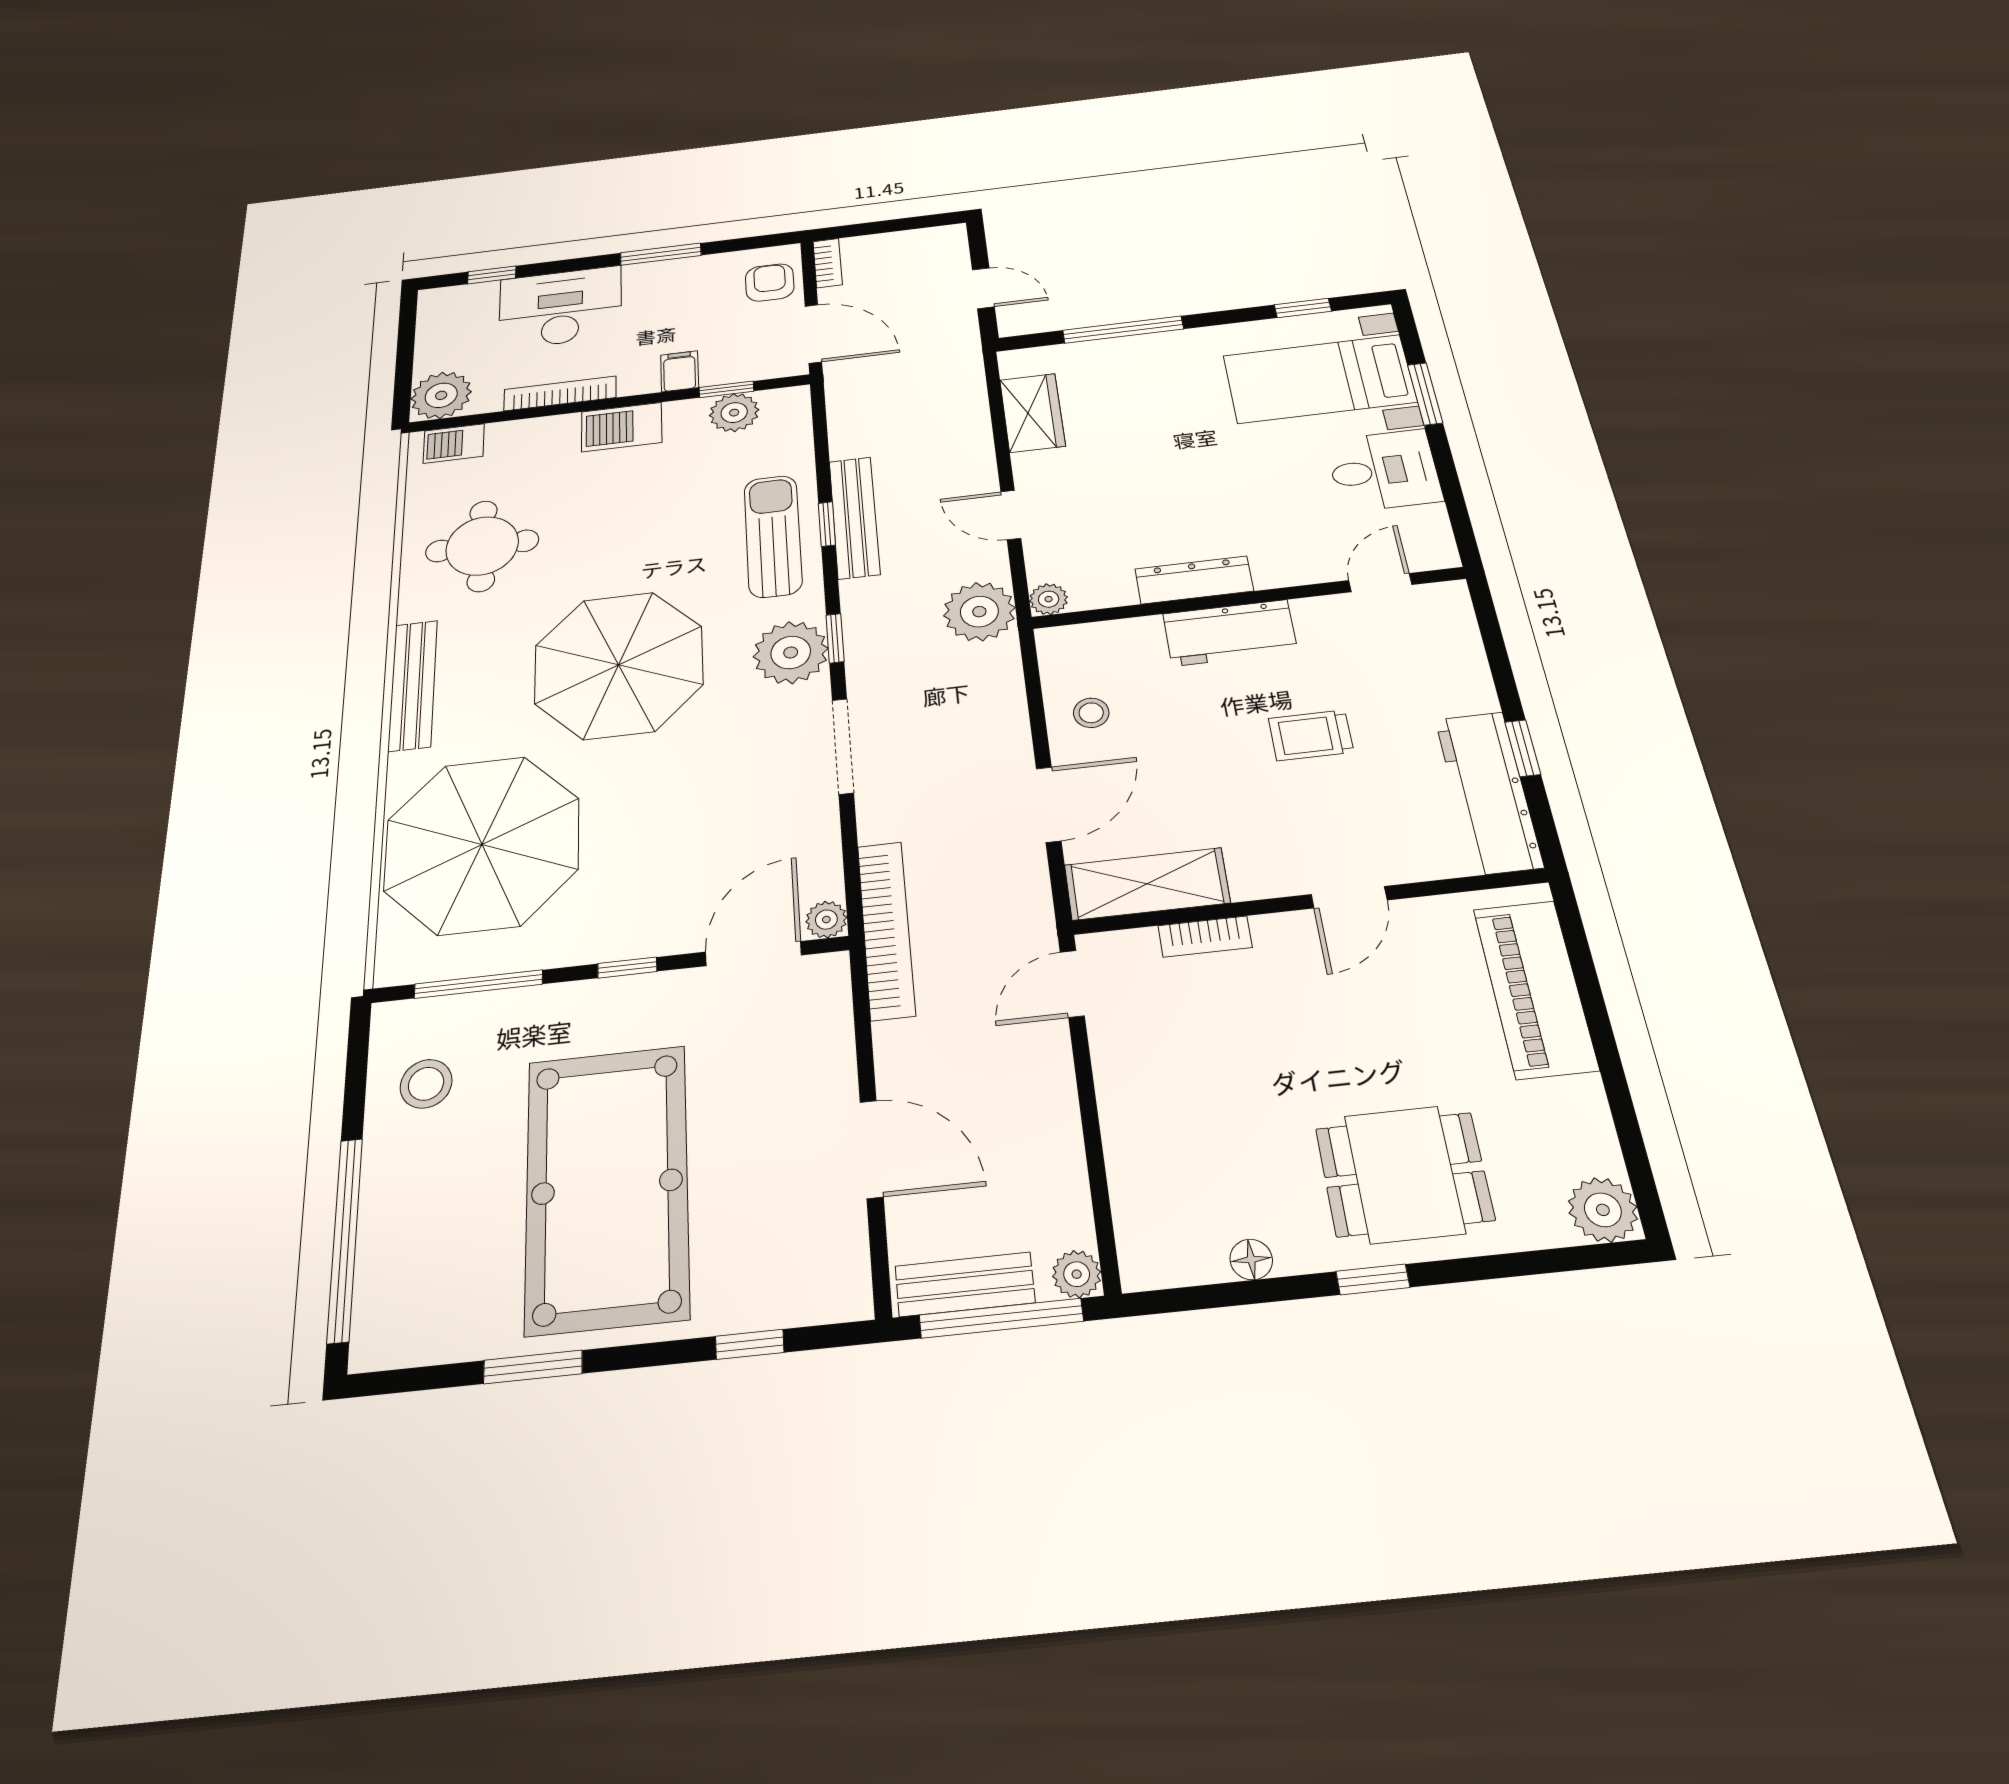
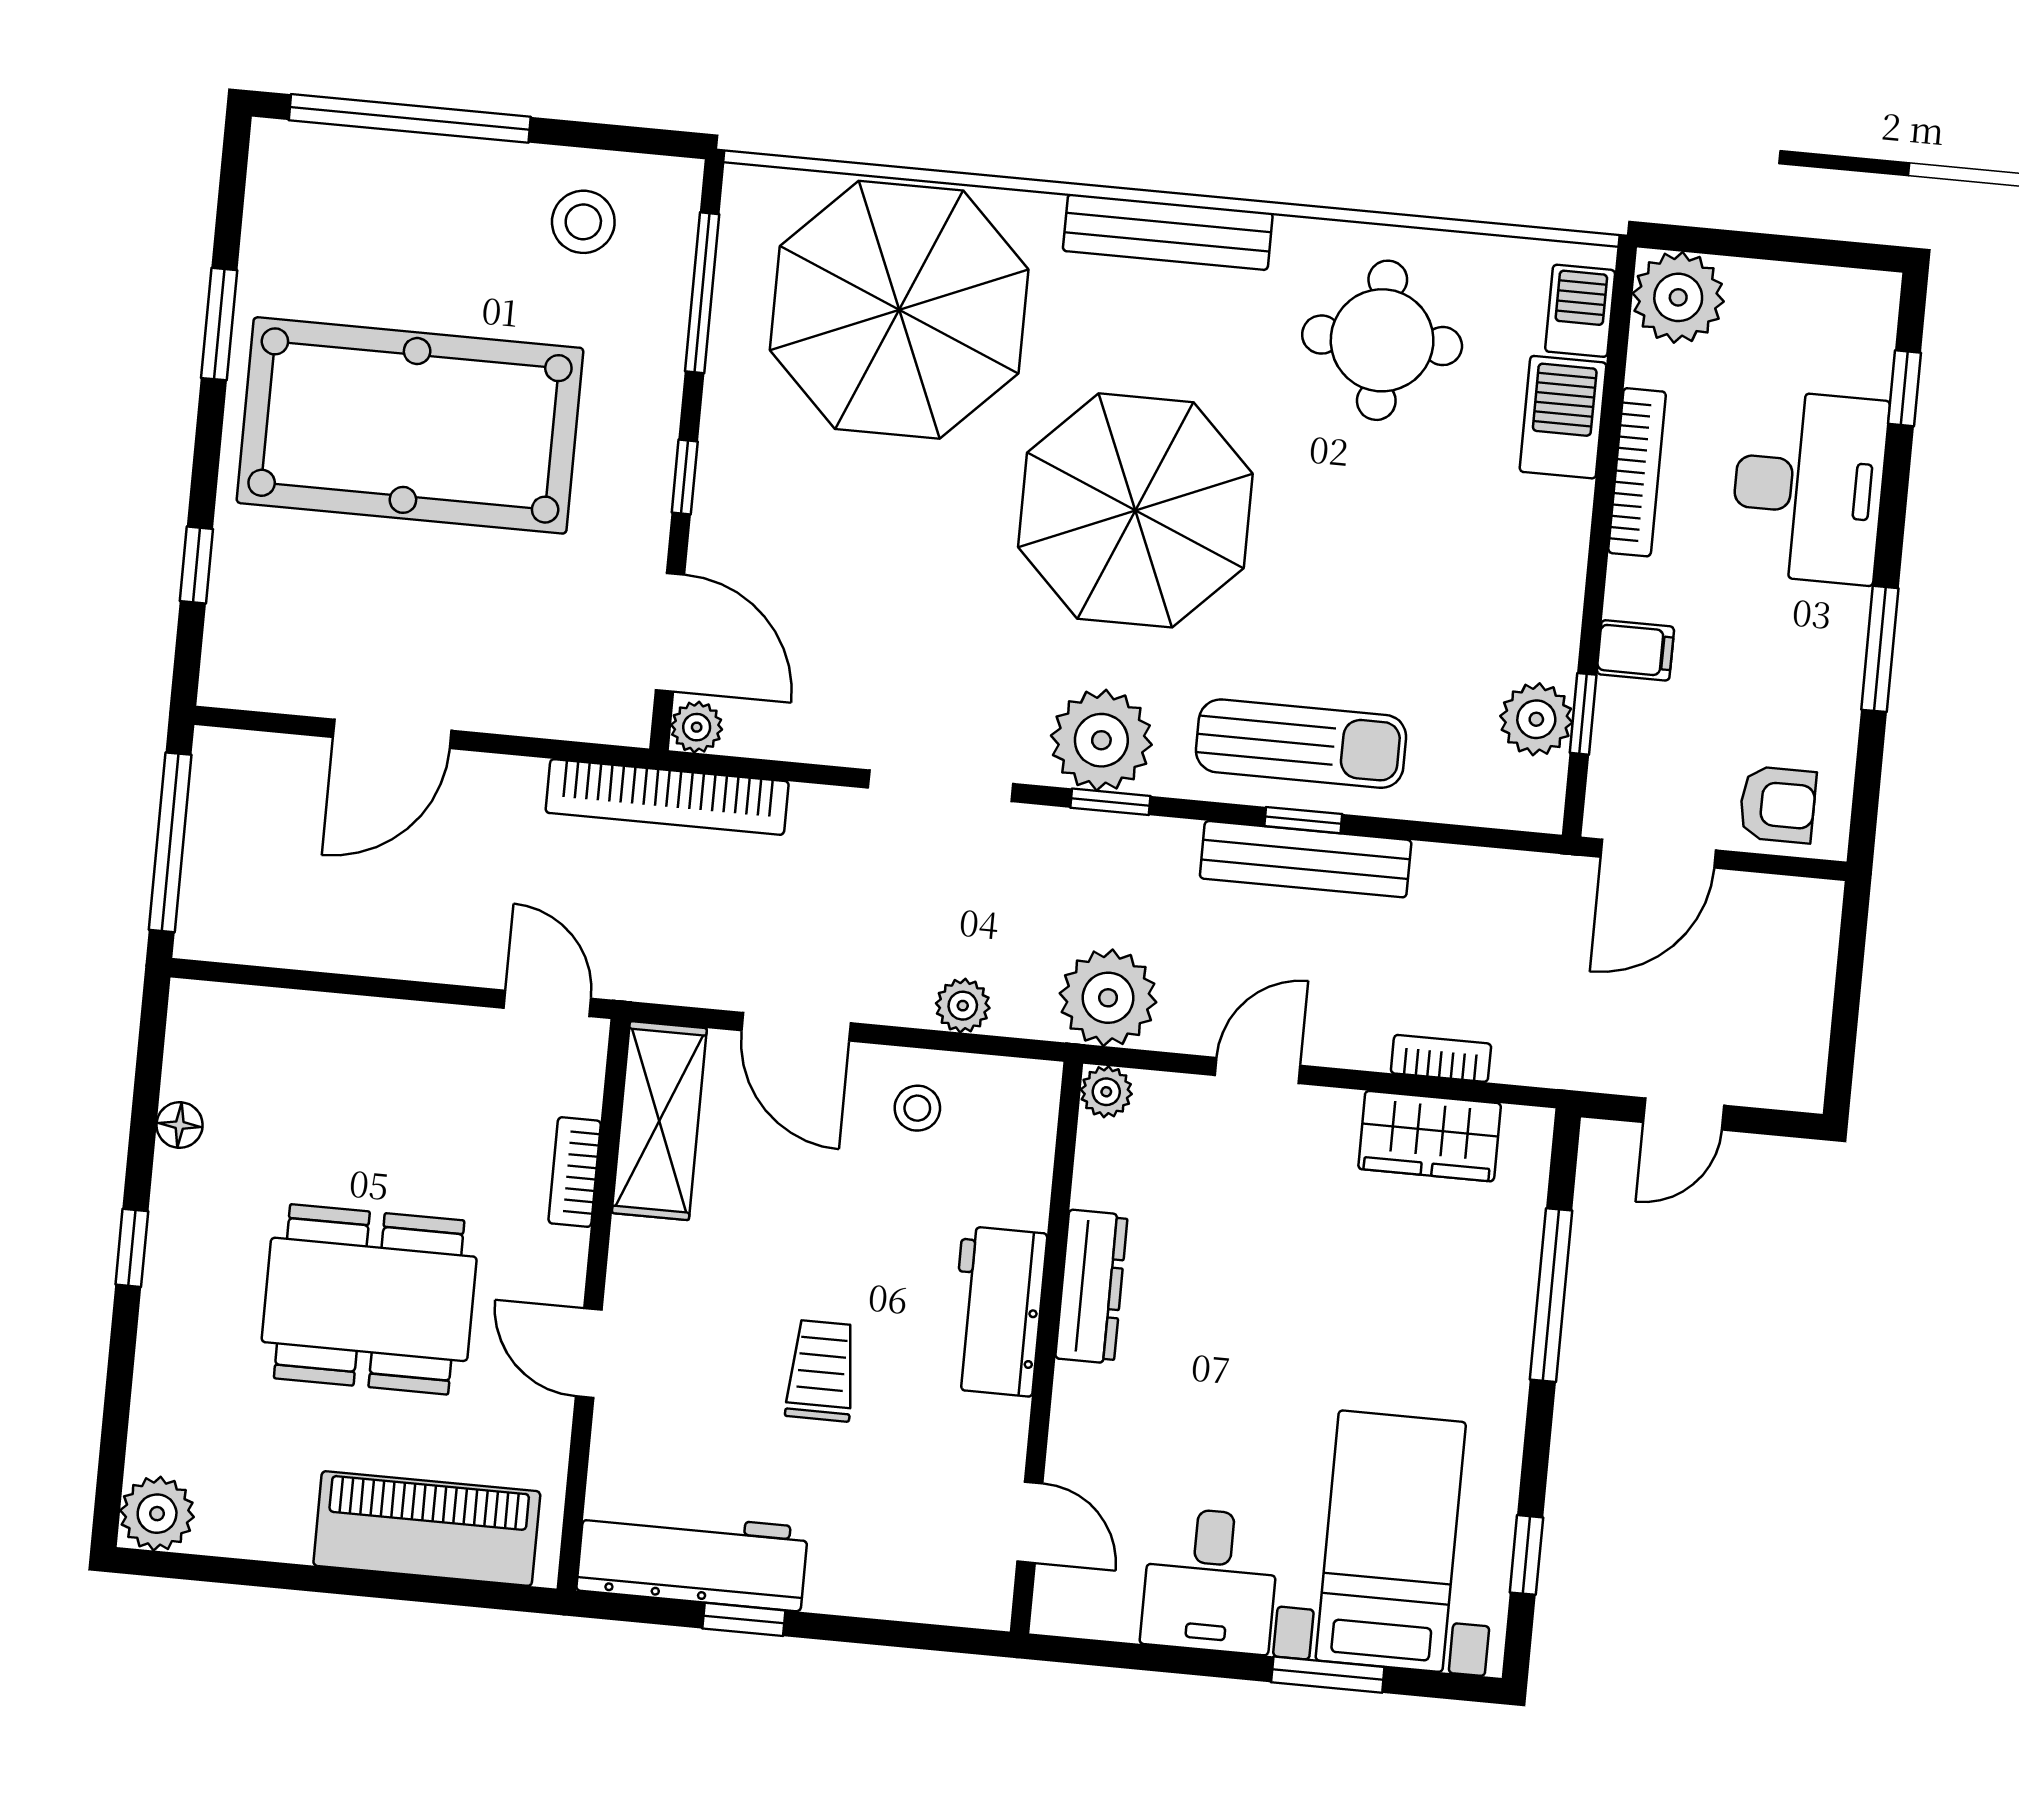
bookcase: (828, 263) -> (1441, 1058), moved, turned 180
barbecue: (622, 427) -> (1563, 417), moved
dining table: (1404, 1174) -> (369, 1299), moved, width x1.37
plant: (1077, 1274) -> (963, 1006), moved
bench: (965, 1284) -> (215, 810), removed

